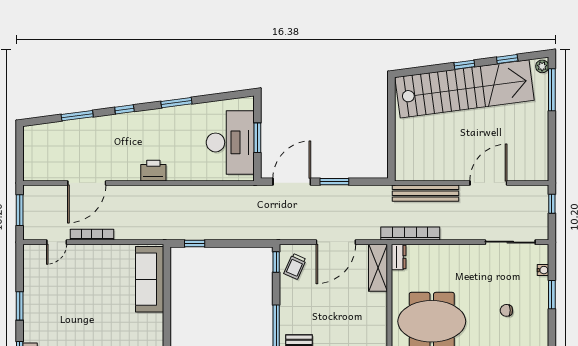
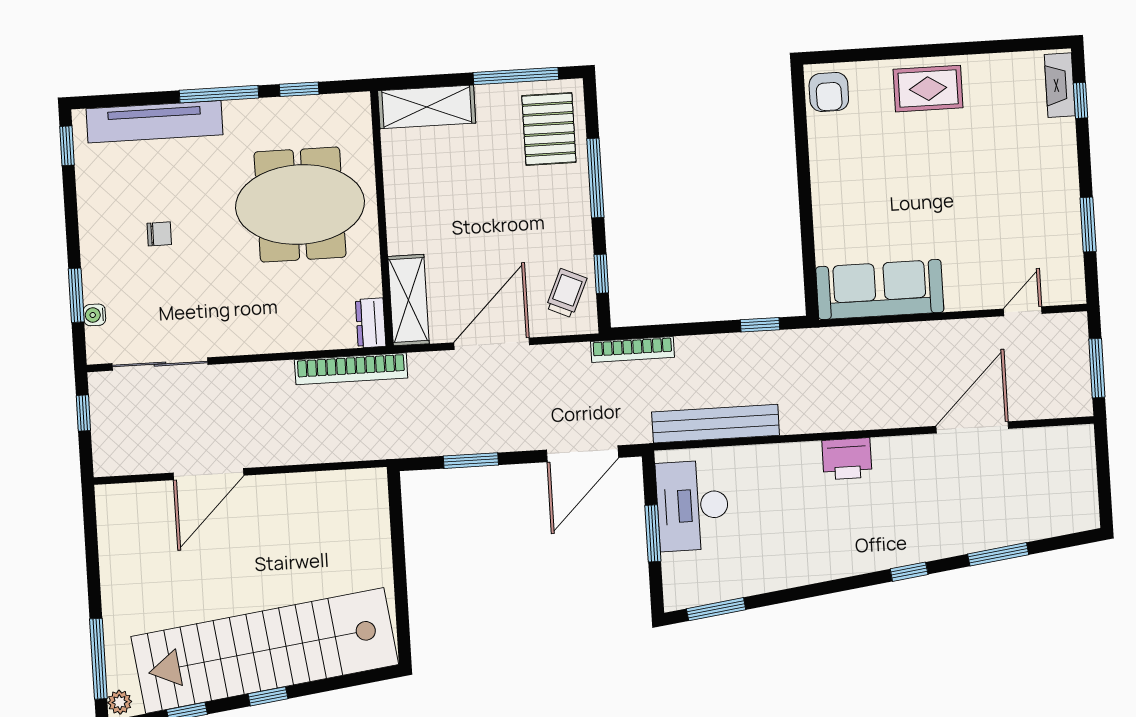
window: (176, 103) -> (716, 609), moved
desk: (230, 142) -> (693, 506), width x0.73, depth x0.77
window: (334, 182) -> (471, 461), moved
bench: (426, 193) -> (716, 424), moved
window: (552, 204) -> (83, 413), moved
bookcase: (92, 235) -> (633, 349), moved
window: (276, 262) -> (601, 274), moved
sofa: (150, 279) -> (880, 290), moved, turned -90
window: (552, 295) -> (76, 295), moved
window: (20, 306) -> (1088, 224), moved

